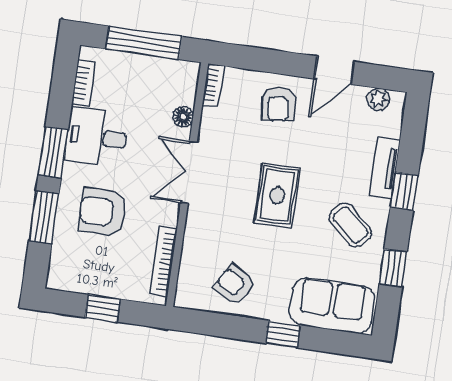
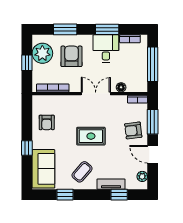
window: (266, 60) -> (153, 122), added
window: (53, 152) -> (107, 29), moved
window: (404, 191) -> (119, 195), moved
plant: (87, 273) -> (42, 53), added
armchair: (235, 285) -> (47, 122), turned 151

